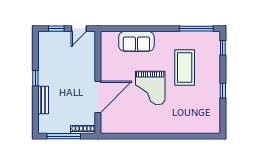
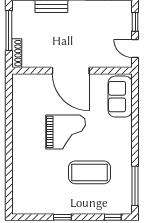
sofa: (136, 41) -> (120, 97), moved
grand piano: (150, 88) -> (66, 132), turned 180
door: (98, 97) -> (71, 71), moved

